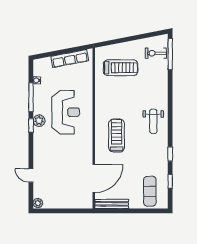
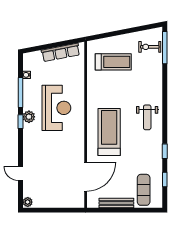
treadmill: (117, 136) -> (109, 132), width x1.37, depth x1.38
bench: (112, 204) -> (116, 203), moved

